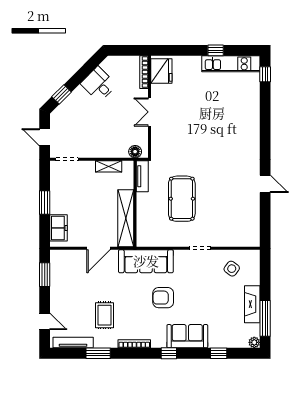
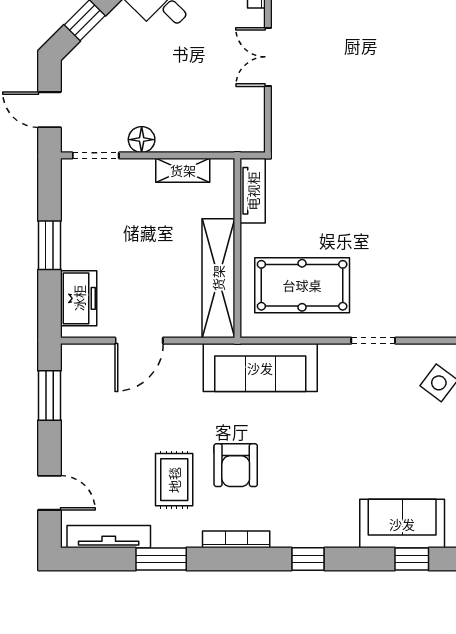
floor lamp: (135, 152) -> (142, 140), moved
pool table: (182, 199) -> (302, 285), moved, turned 90
door: (98, 248) -> (139, 341), moved
armchair: (163, 298) -> (236, 465), moved, turned -90
sofa: (187, 336) -> (402, 524), moved

